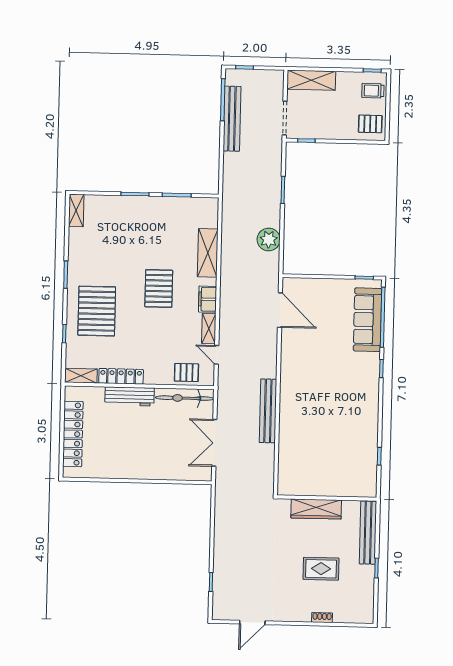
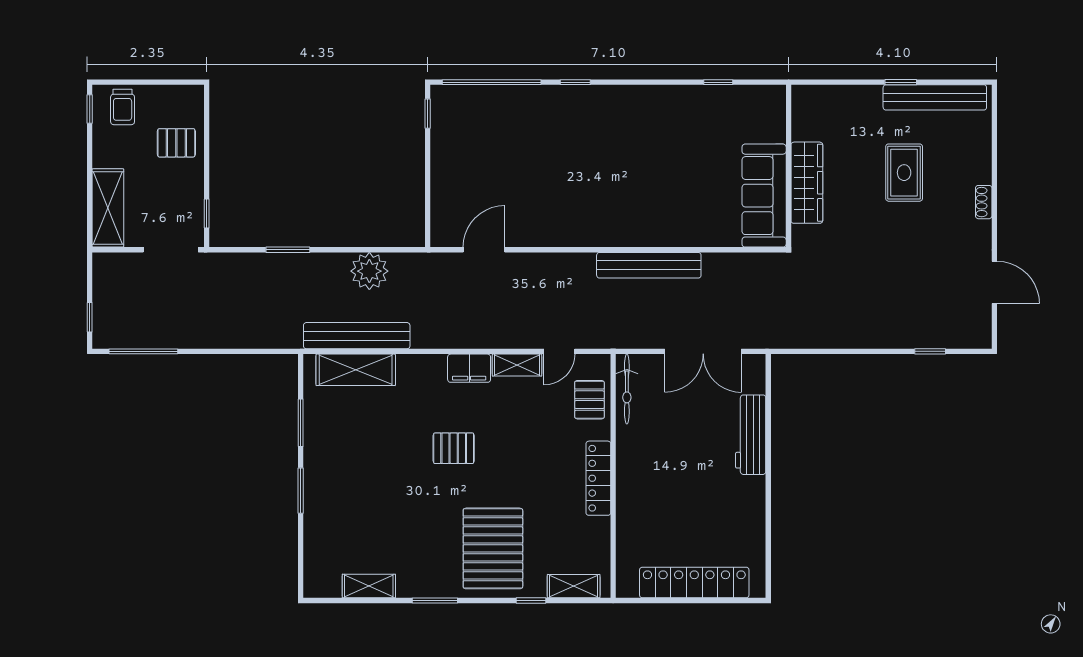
bench: (232, 119) -> (357, 336), moved
pallet: (370, 124) -> (176, 143), moved, turned 90
shelving: (76, 210) -> (369, 586), moved
shelving: (208, 253) -> (356, 370), moved
pallet: (159, 288) -> (454, 448), width x0.67, depth x0.71
door: (280, 310) -> (484, 250), width x0.73
pallet: (97, 311) -> (493, 548), turned 90
sofa: (368, 320) -> (764, 196), moved, turned 90
shelving: (81, 376) -> (574, 586), moved, turned 90
locker: (121, 376) -> (598, 478), moved
workbench: (130, 396) -> (751, 435), moved, turned 180
bicycle: (185, 398) -> (627, 389), width x0.73, depth x0.71
bench: (368, 533) -> (935, 97), moved
shoe rack: (322, 618) -> (984, 202), moved

